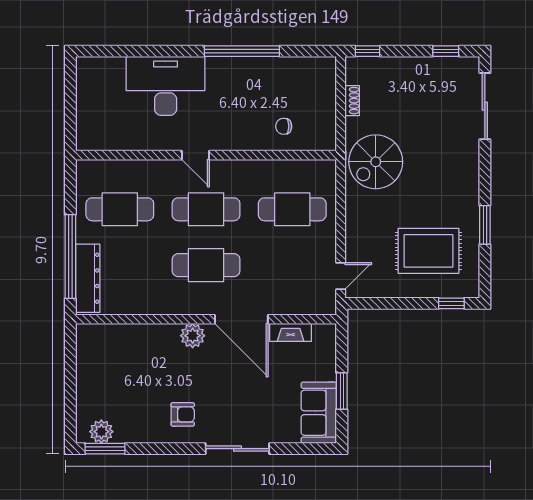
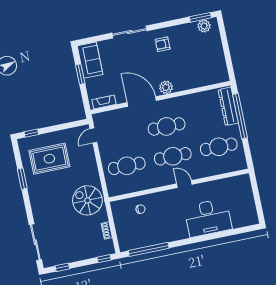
window: (242, 51) -> (149, 249), moved
spiral stairs: (376, 162) -> (87, 200), turned -90
fireplace: (291, 332) -> (104, 102), moved

